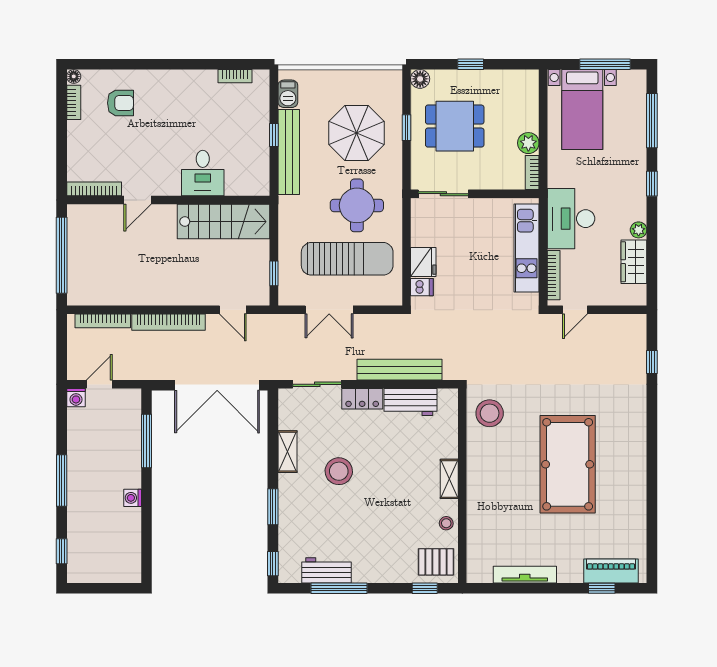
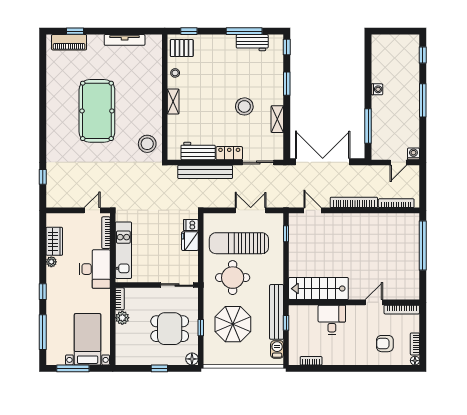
desk: (203, 173) -> (332, 320), moved
bookcase: (94, 189) -> (402, 310), moved
door: (137, 200) -> (374, 302), moved
wall: (168, 200) -> (354, 302), moved
stairs: (224, 222) -> (318, 289), moved

